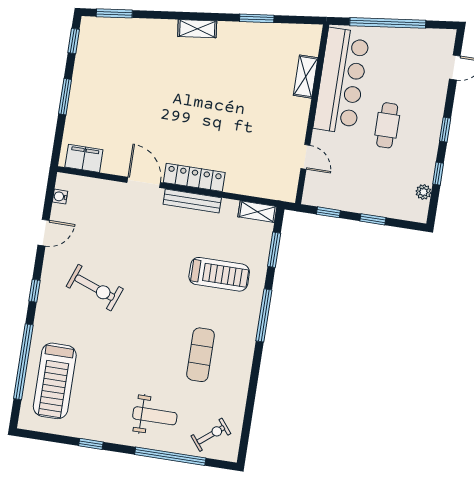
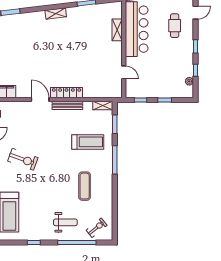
cafe table: (387, 125) -> (175, 26), moved

